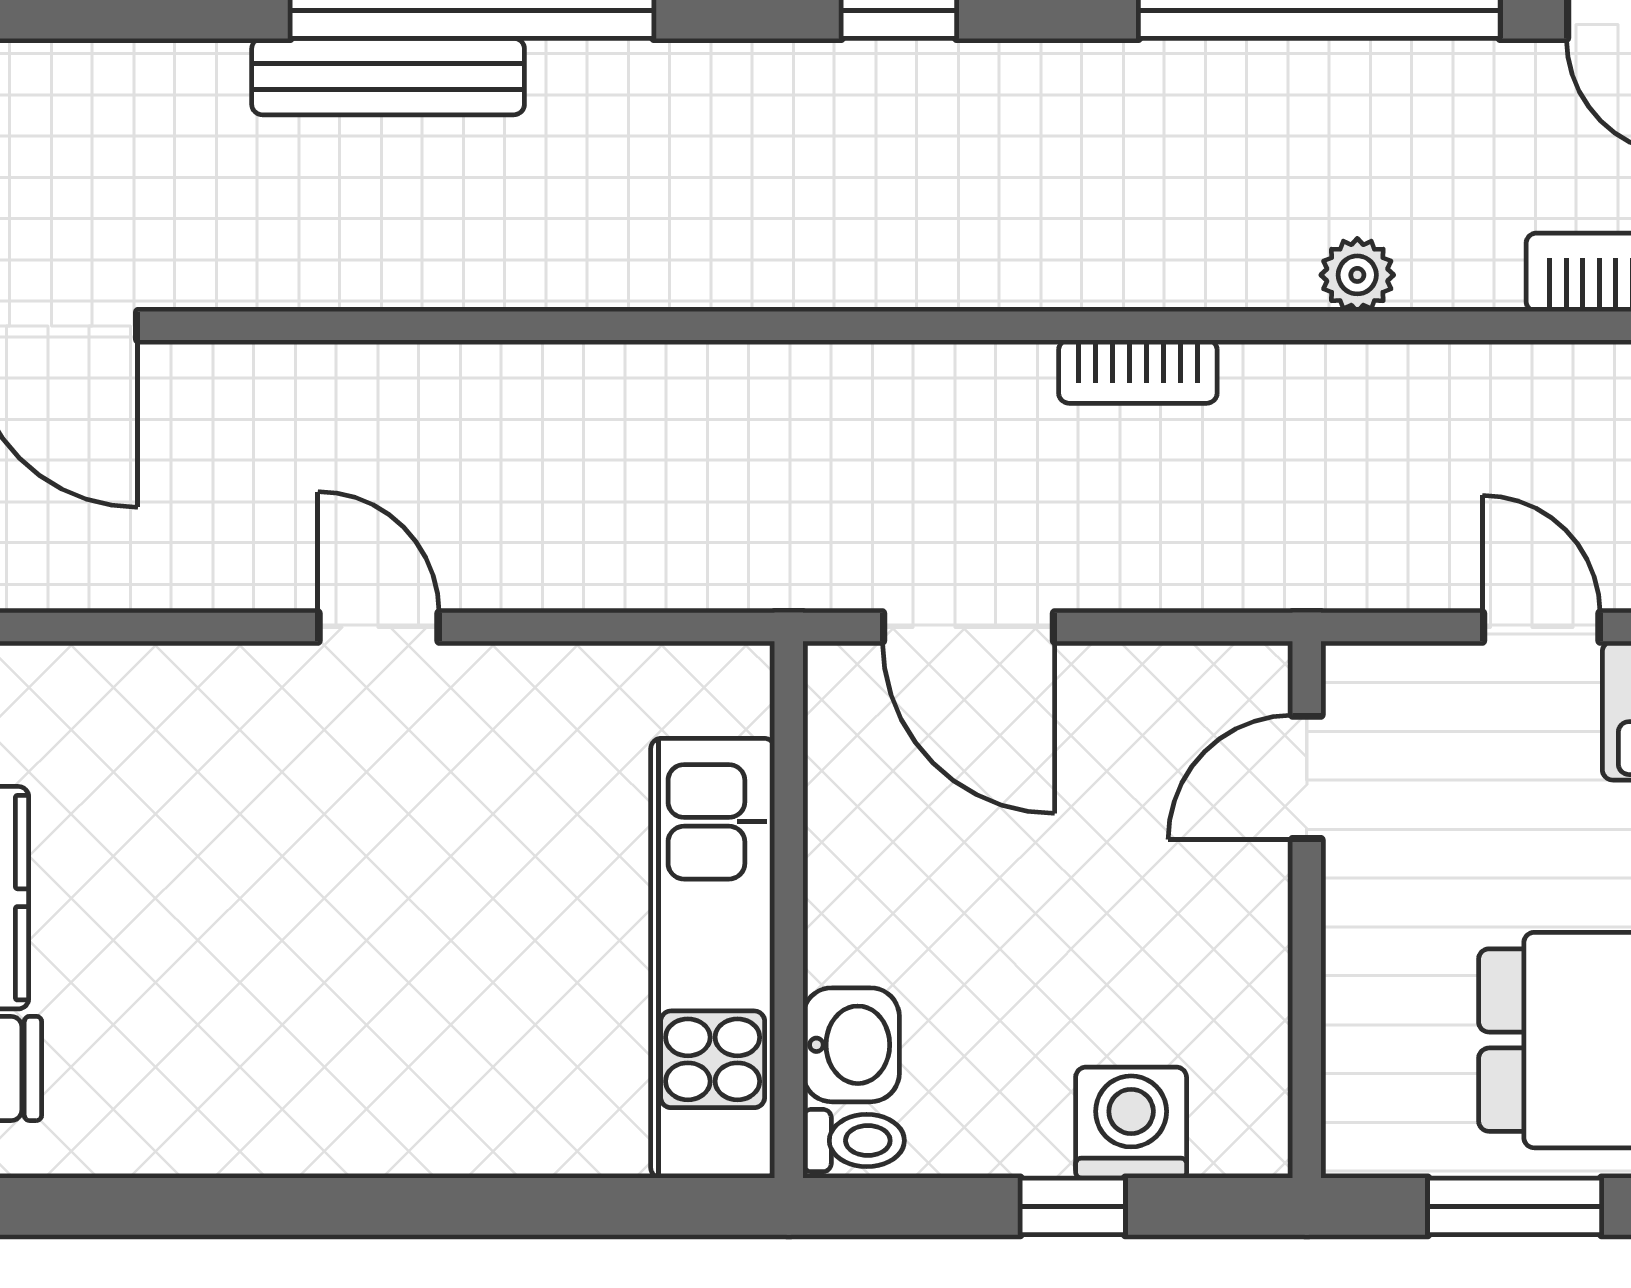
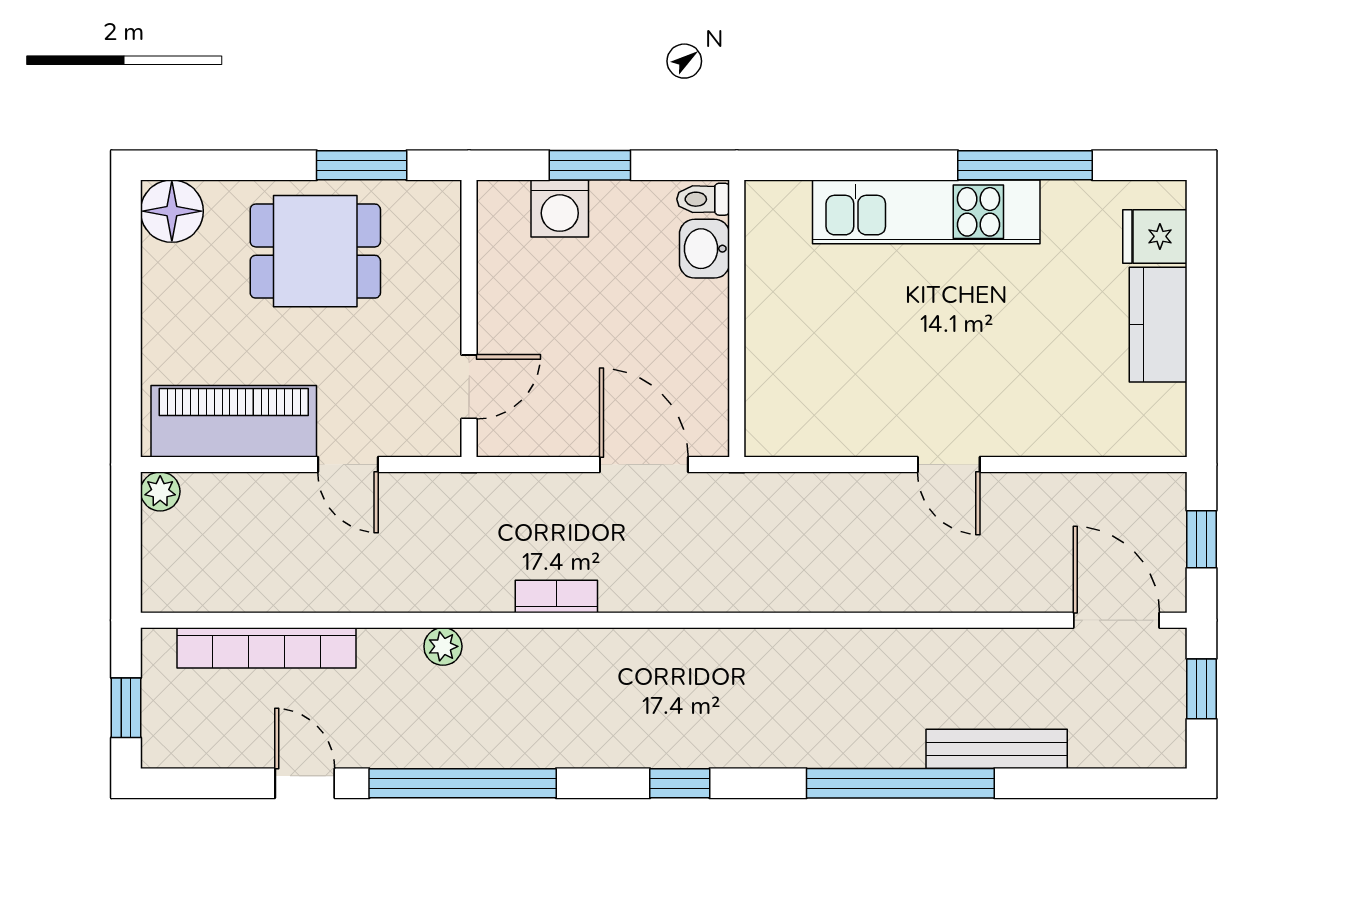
bench: (388, 77) -> (997, 749), moved
kitchen unit: (713, 958) -> (926, 212), moved, turned 90
window: (231, 1206) -> (1025, 165), added
window: (1073, 1206) -> (590, 165), width x1.50

